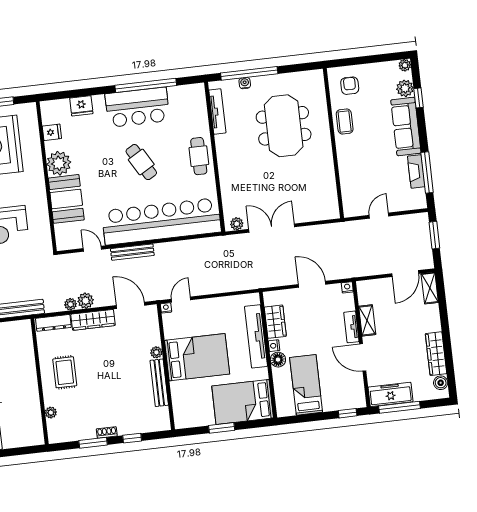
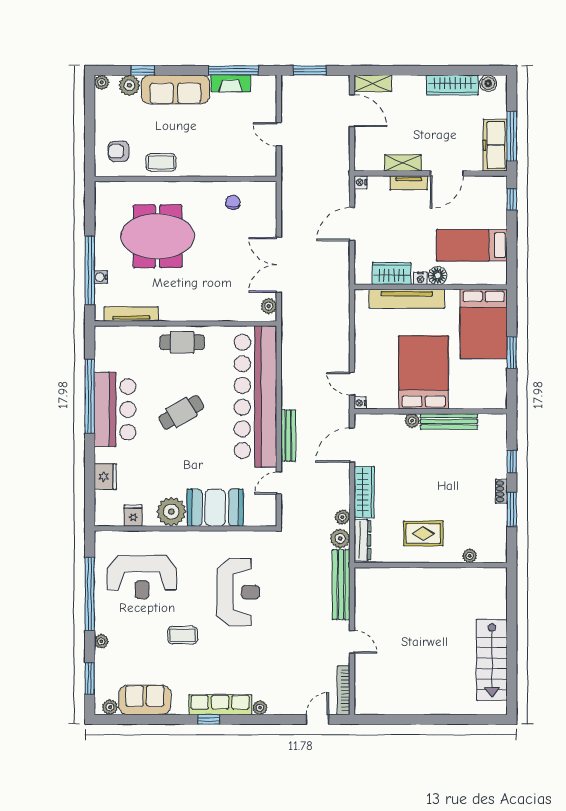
chair: (319, 184) -> (233, 202), added
plant: (86, 301) -> (340, 538), moved

